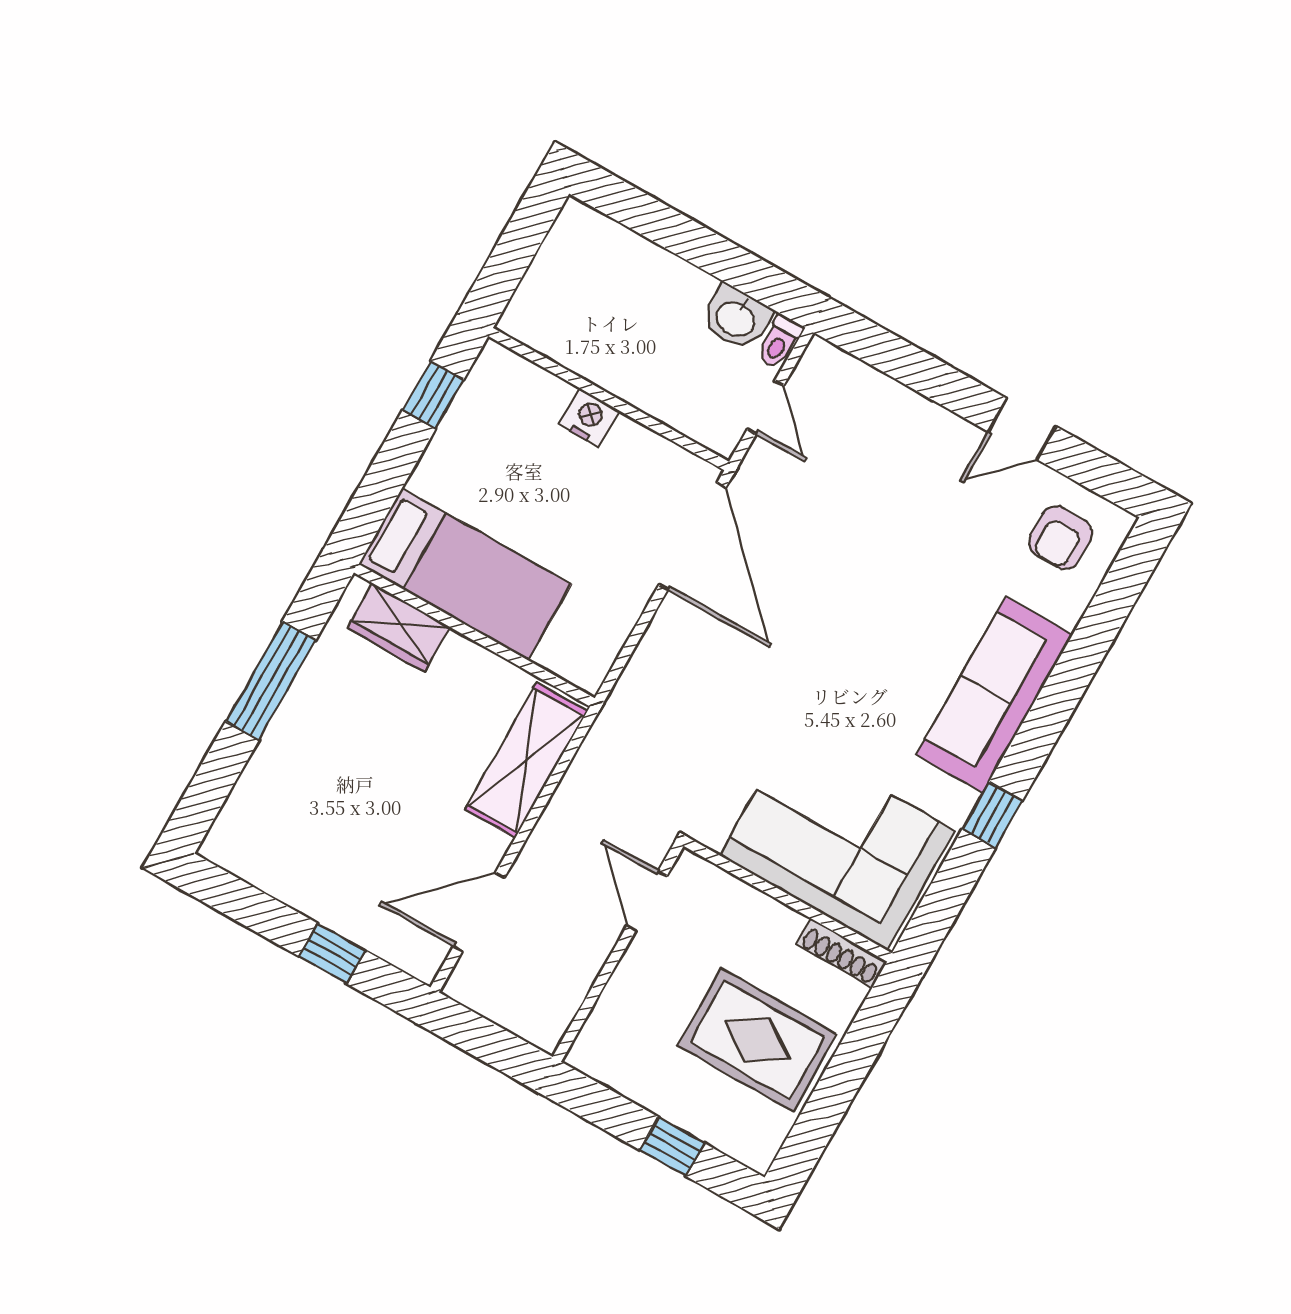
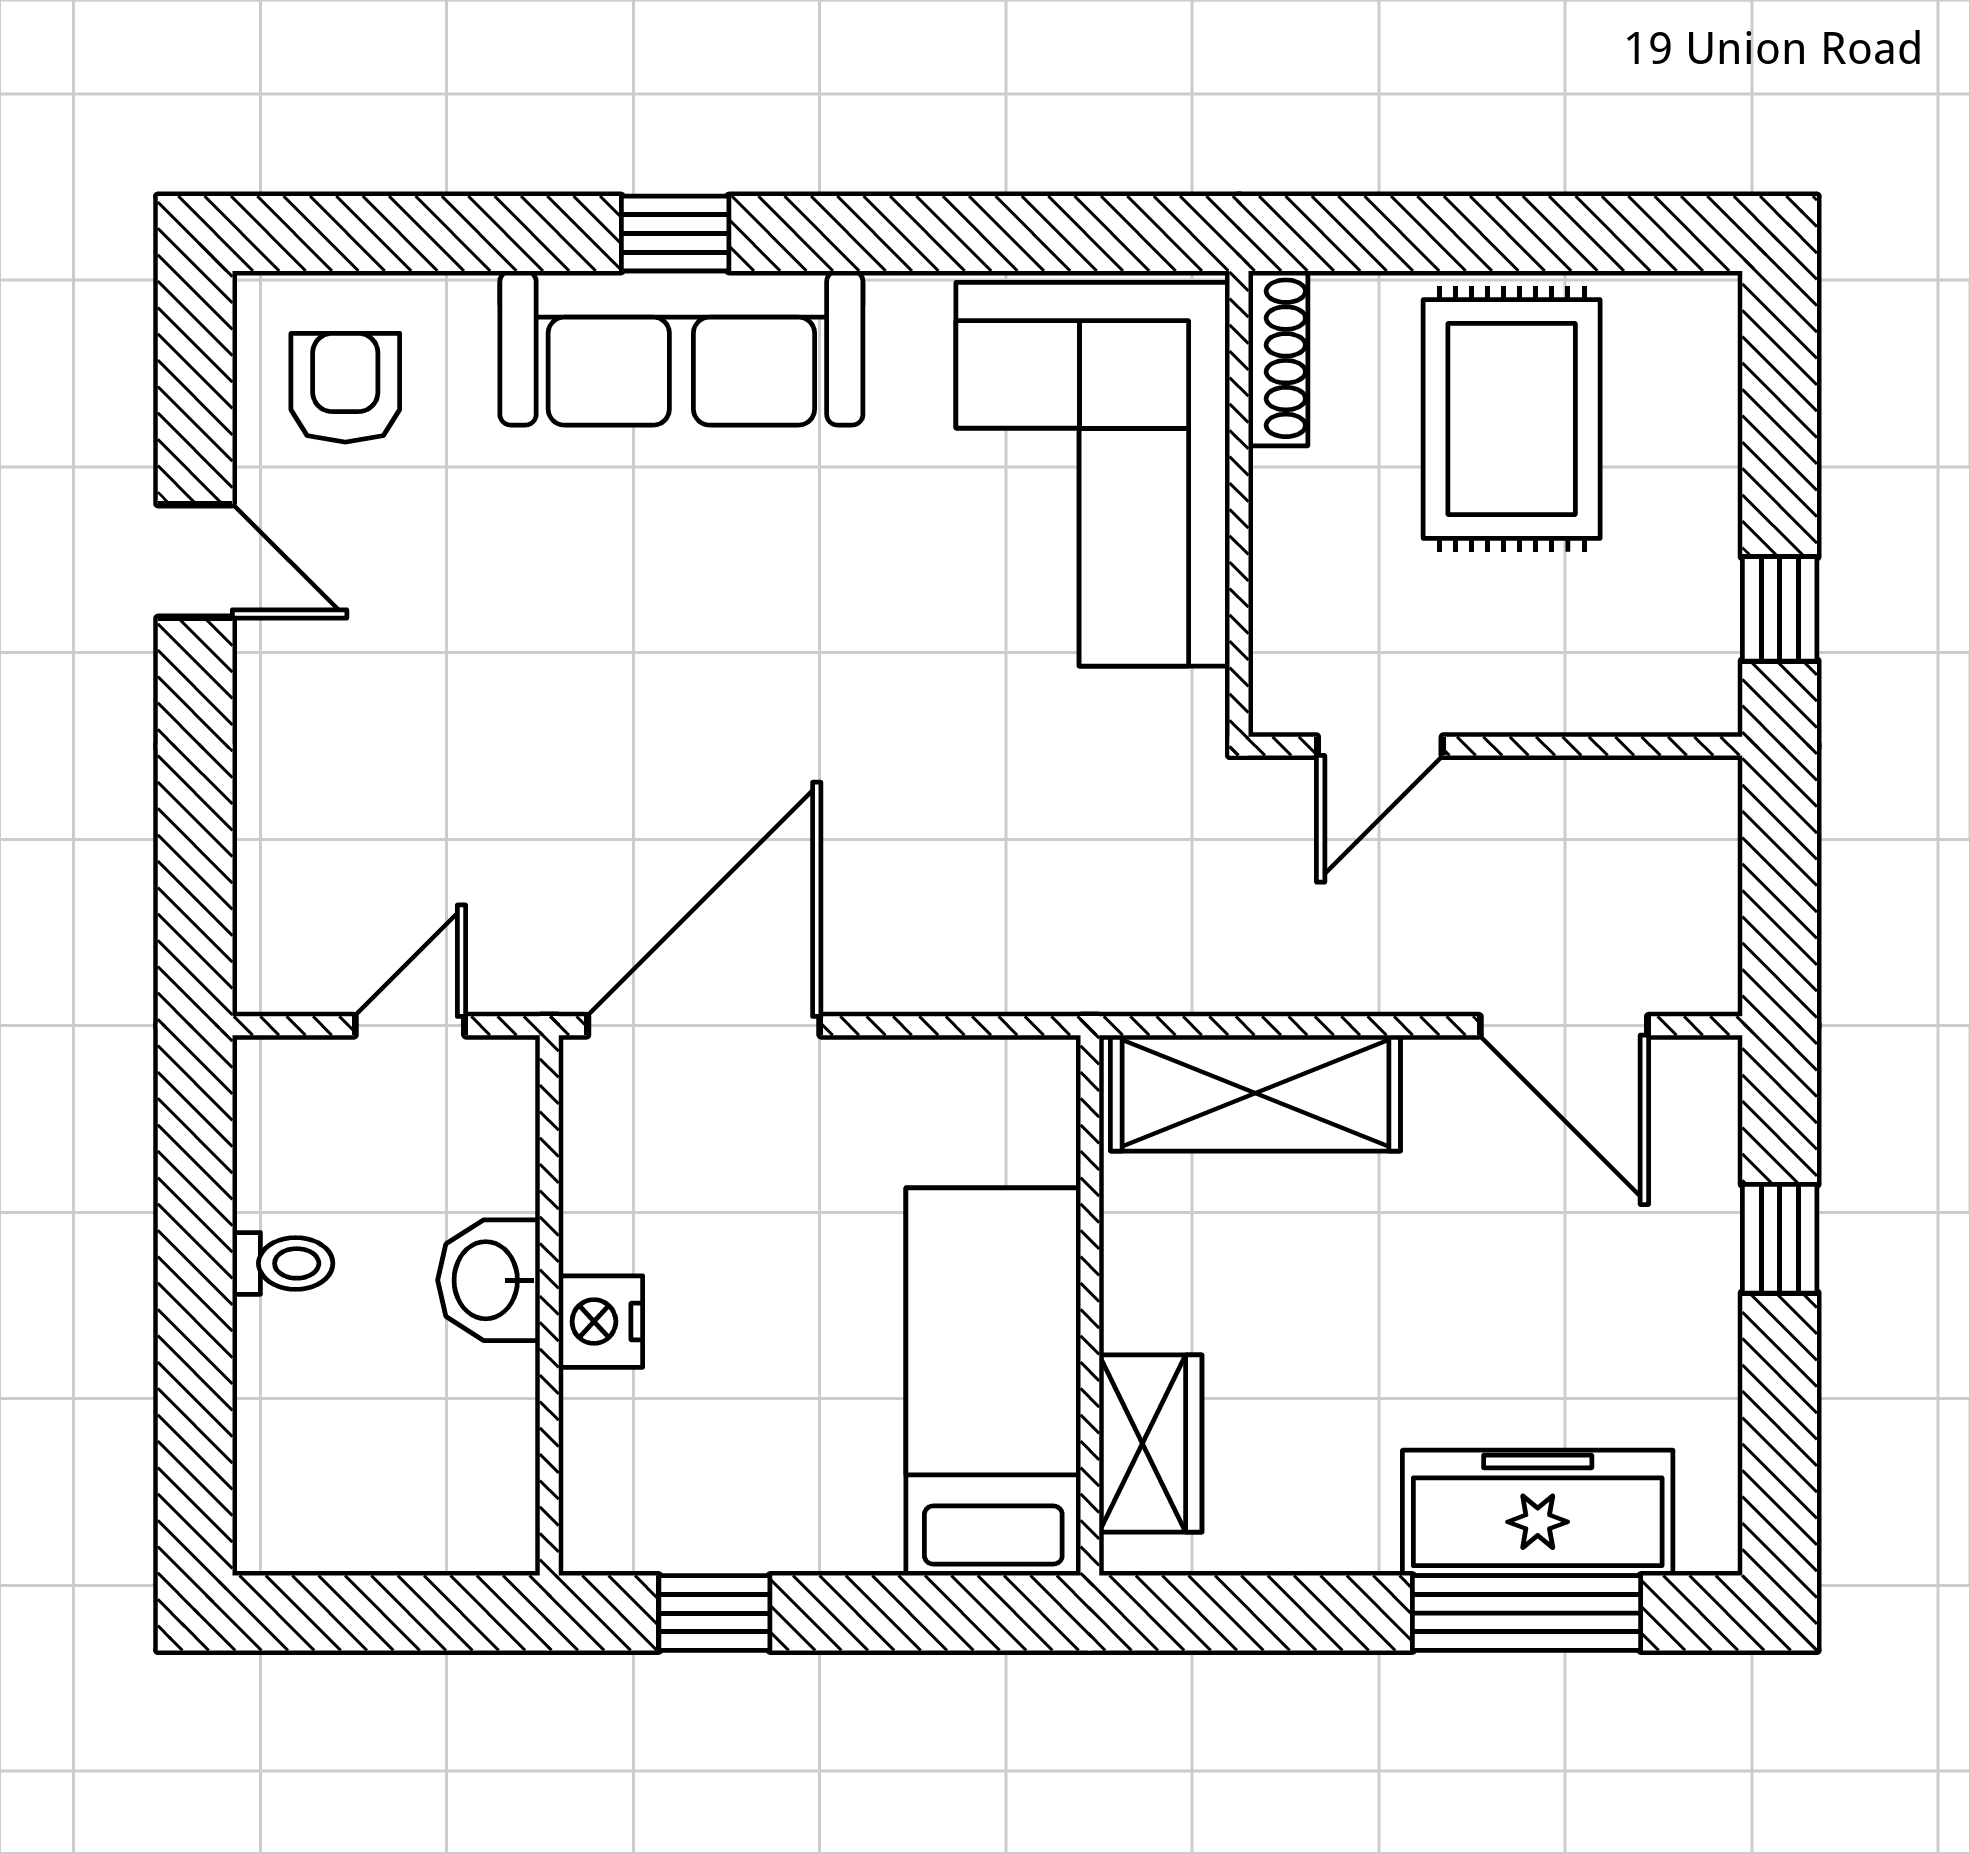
washbasin: (736, 318) -> (489, 1280), moved, turned 180
toilet: (780, 342) -> (283, 1263), moved
armchair: (1060, 538) -> (345, 388), turned -90
window: (271, 681) -> (1527, 1613), moved
freezer: (272, 780) -> (1538, 1513), added
window: (992, 815) -> (675, 233), moved
window: (672, 1147) -> (1780, 609), moved

